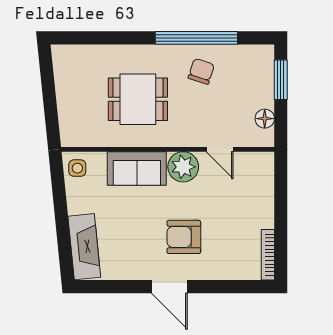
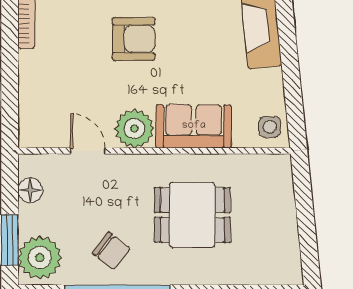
plant: (257, 66) -> (40, 258), added
chair: (201, 71) -> (111, 251), turned -70

